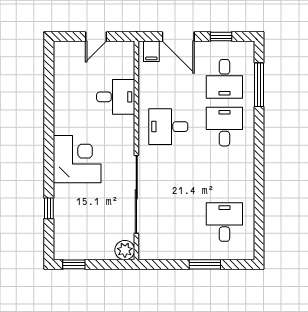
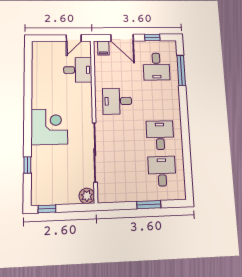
door: (96, 37) -> (74, 38), moved
desk: (116, 97) -> (78, 70), moved
desk: (224, 127) -> (160, 135), moved

